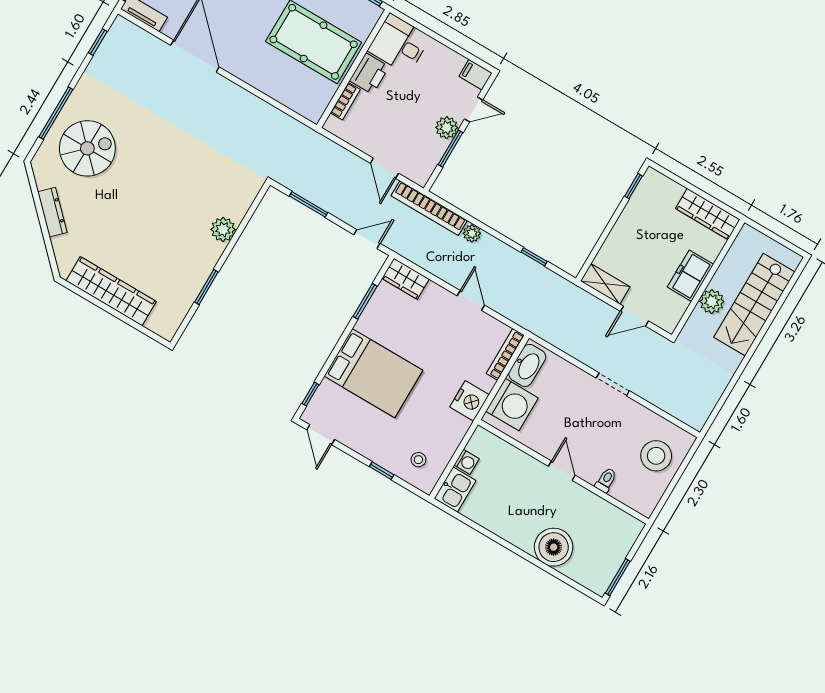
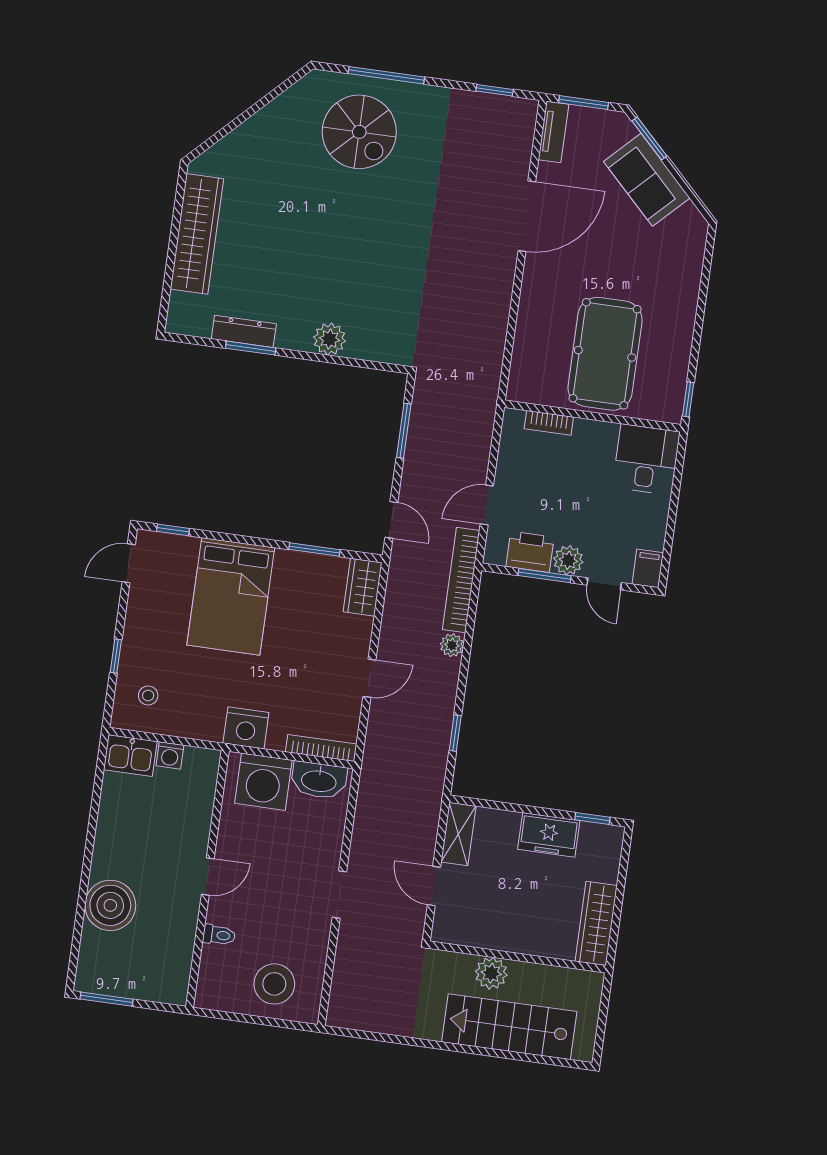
printer: (369, 74) -> (530, 552), moved, turned 180
dresser: (52, 212) -> (244, 331), moved, turned -135
freezer: (690, 276) -> (549, 835), moved, turned 180

